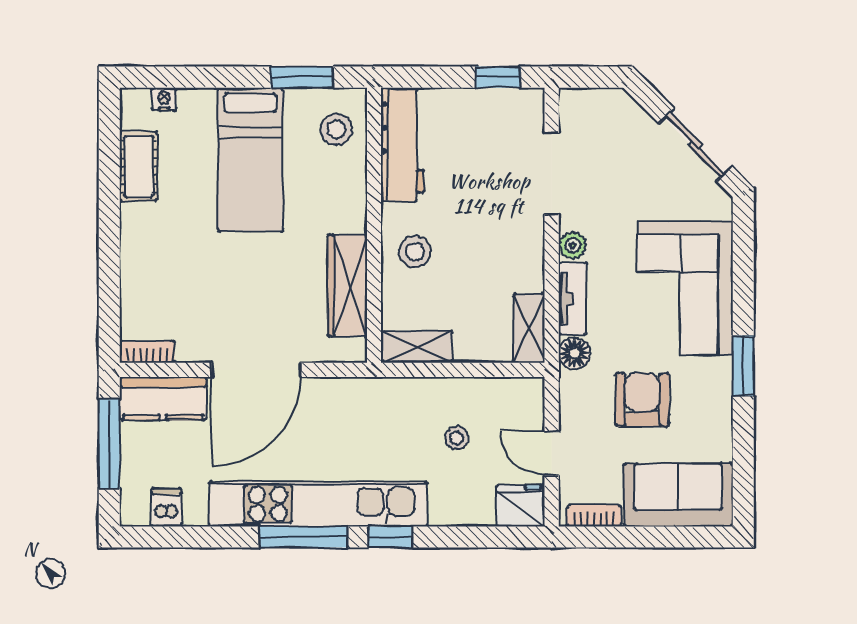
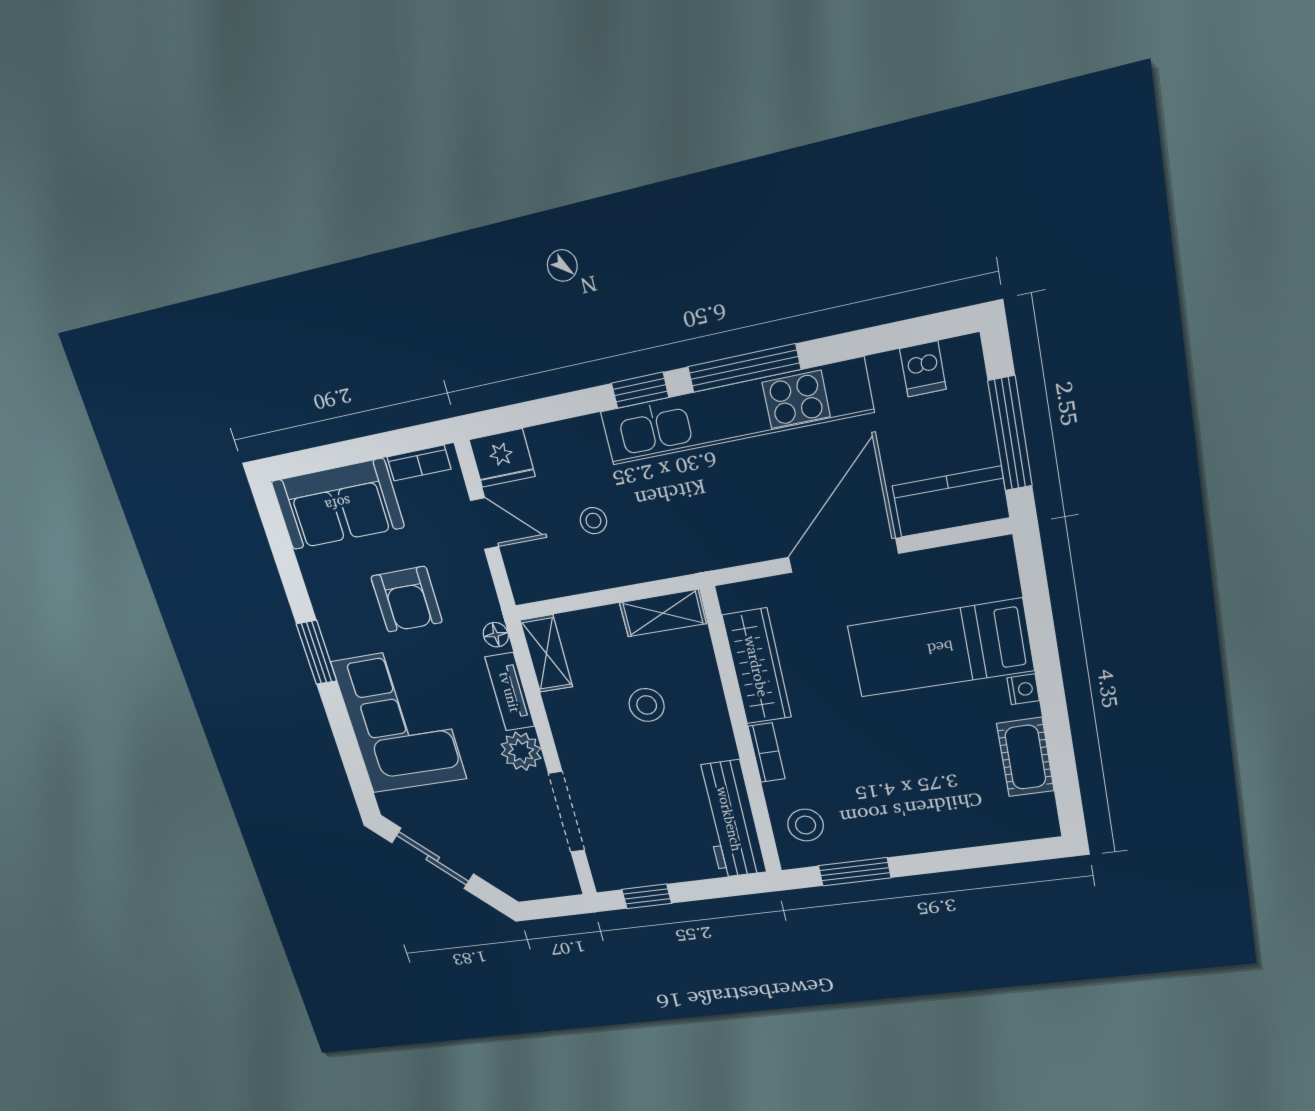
nightstand: (164, 99) -> (1023, 689), moved, turned -90
bed: (250, 160) -> (940, 648), moved, turned -90
plant: (573, 245) -> (521, 751), width x1.38, depth x1.38
stool: (415, 252) -> (647, 705), moved
bookcase: (147, 352) -> (767, 753), moved, turned -90
floor lamp: (574, 353) -> (496, 635), width x0.73, depth x0.73

